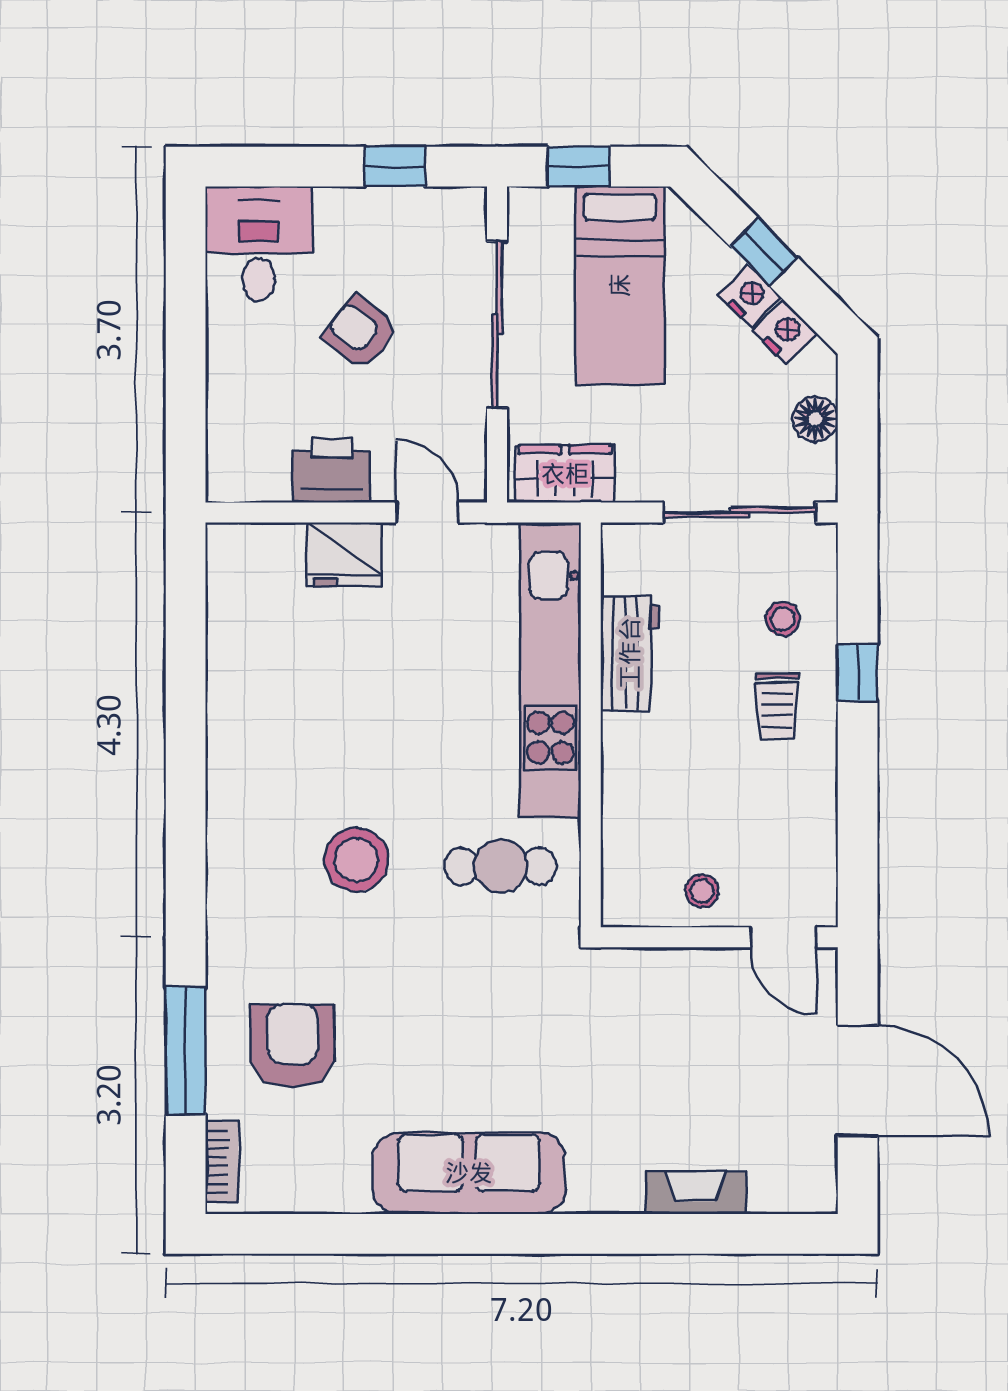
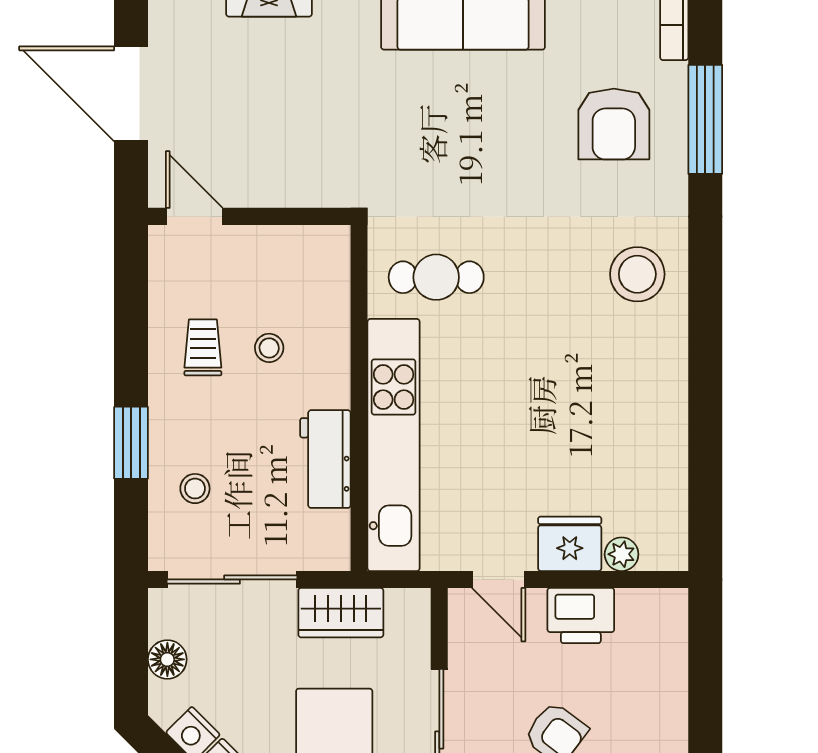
wardrobe: (565, 474) -> (341, 613), moved
plant: (284, 542) -> (622, 554), added
window: (858, 672) -> (131, 443), width x1.50
trolley: (777, 706) -> (203, 347), moved
stool: (356, 860) -> (637, 274), moved
stool: (702, 891) -> (269, 348), moved

